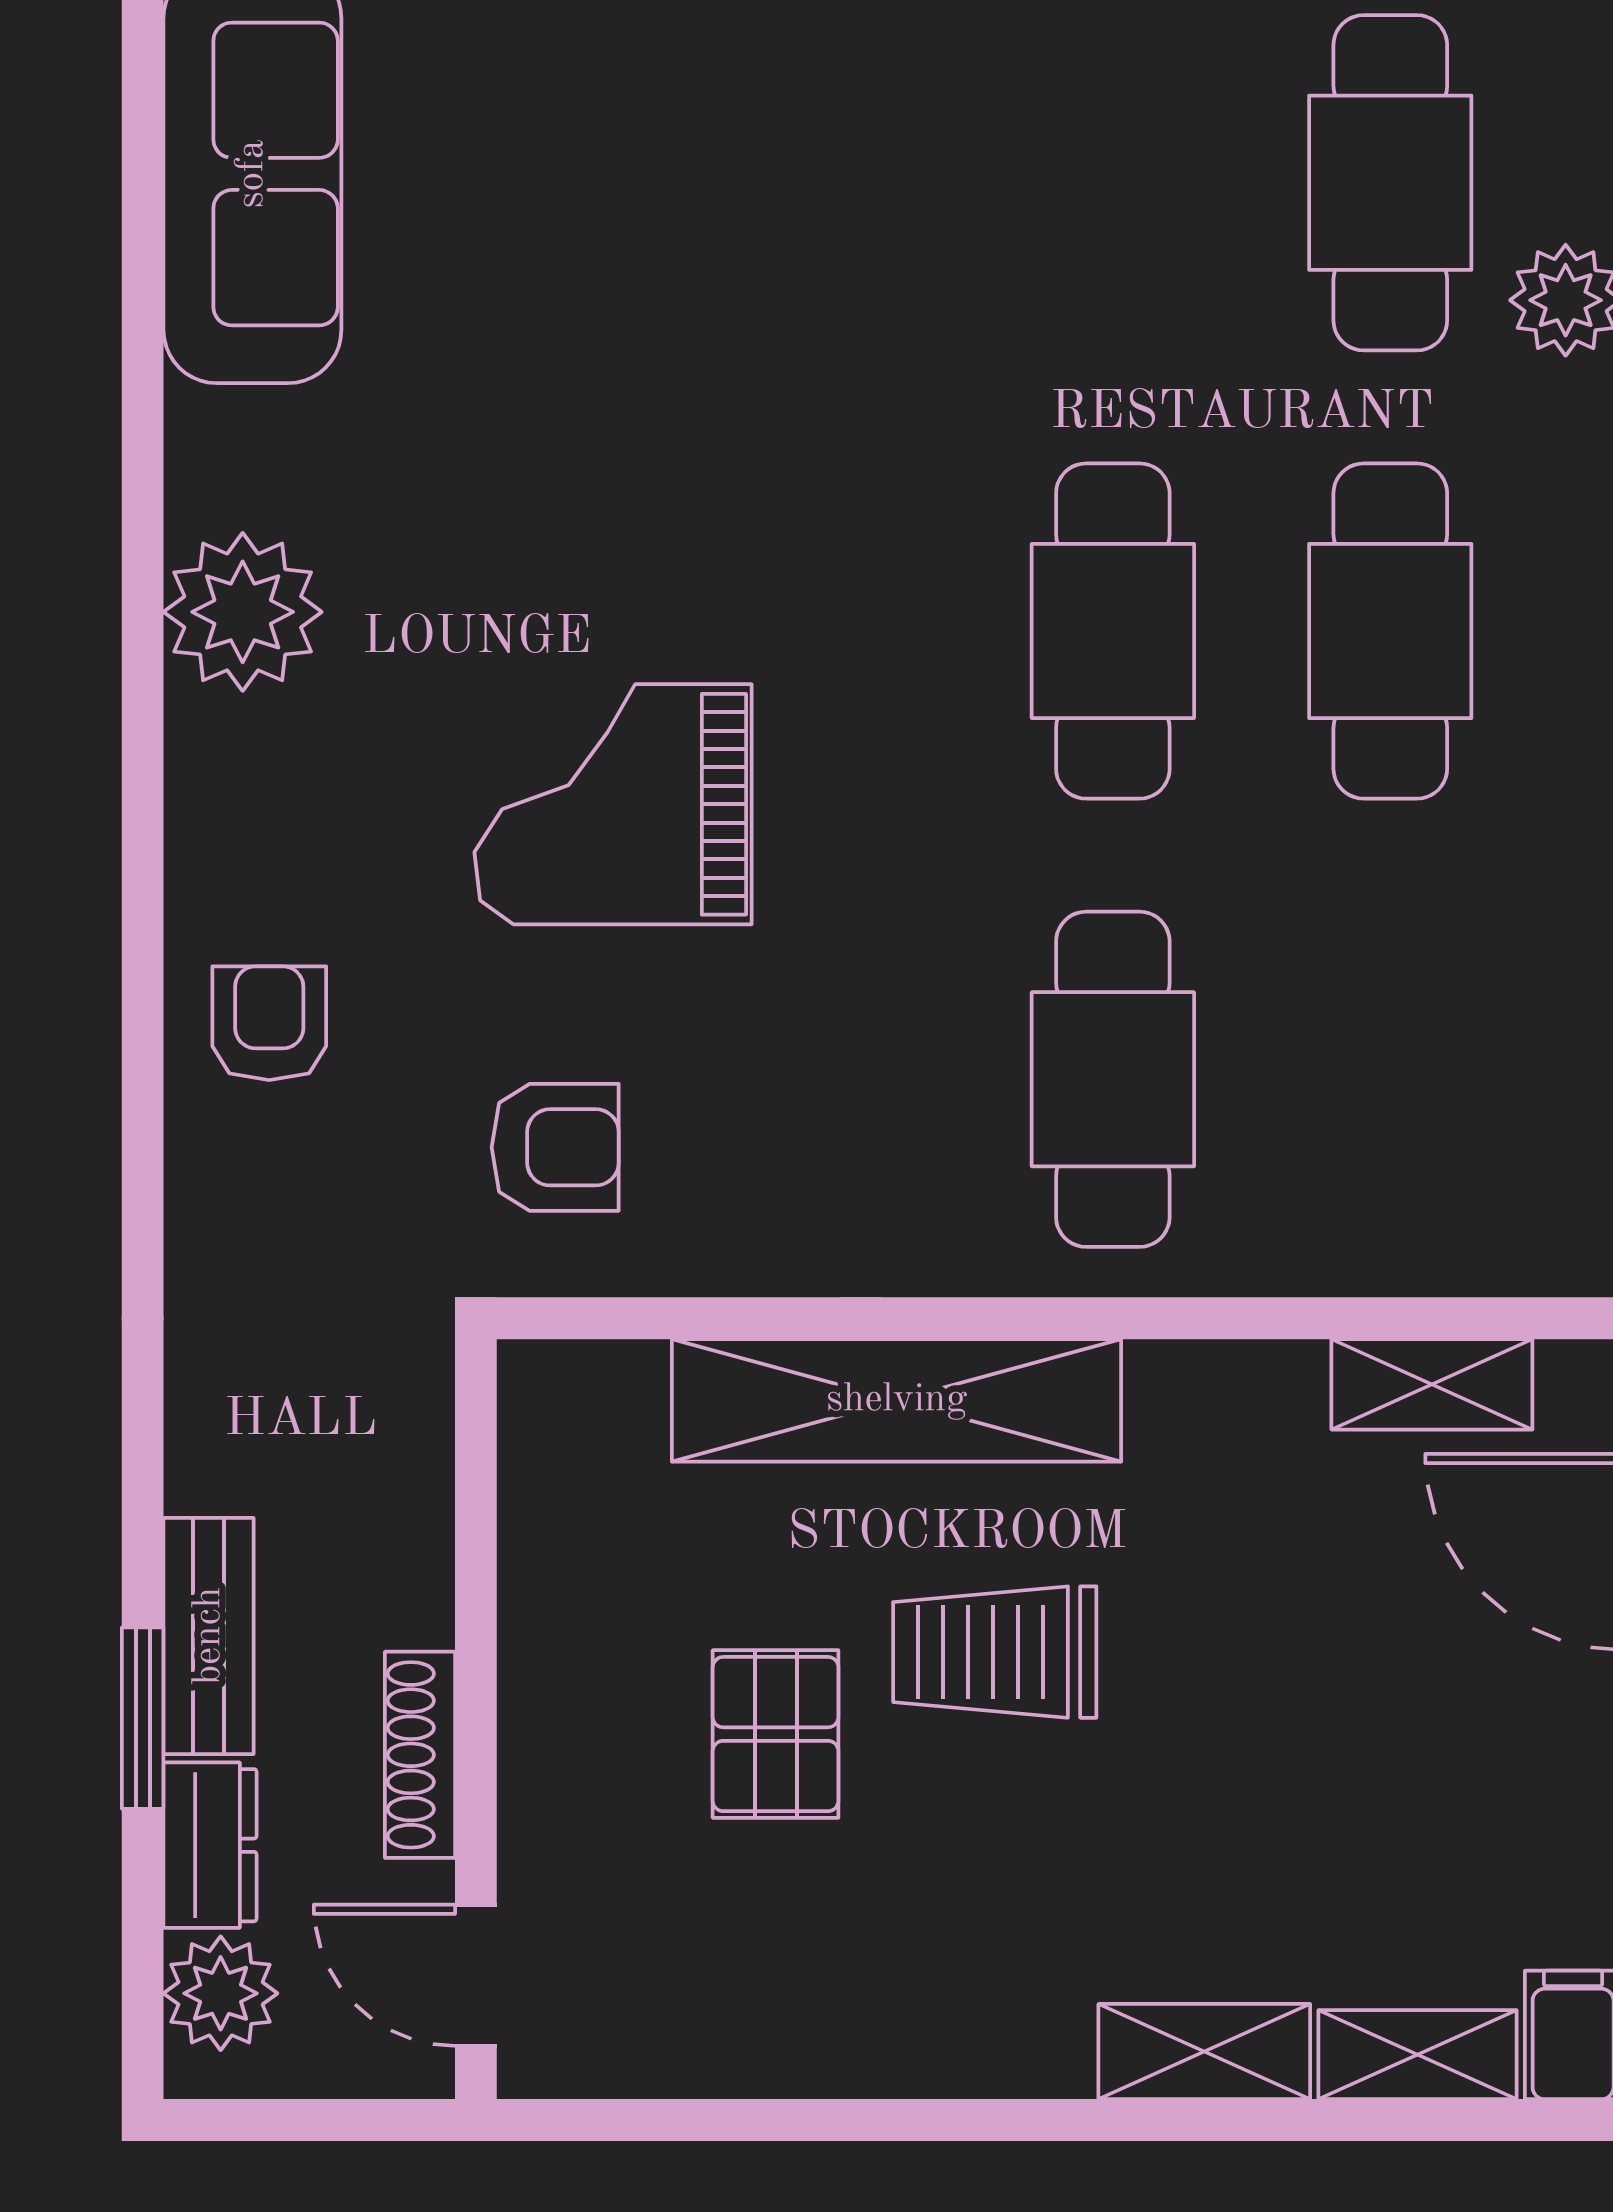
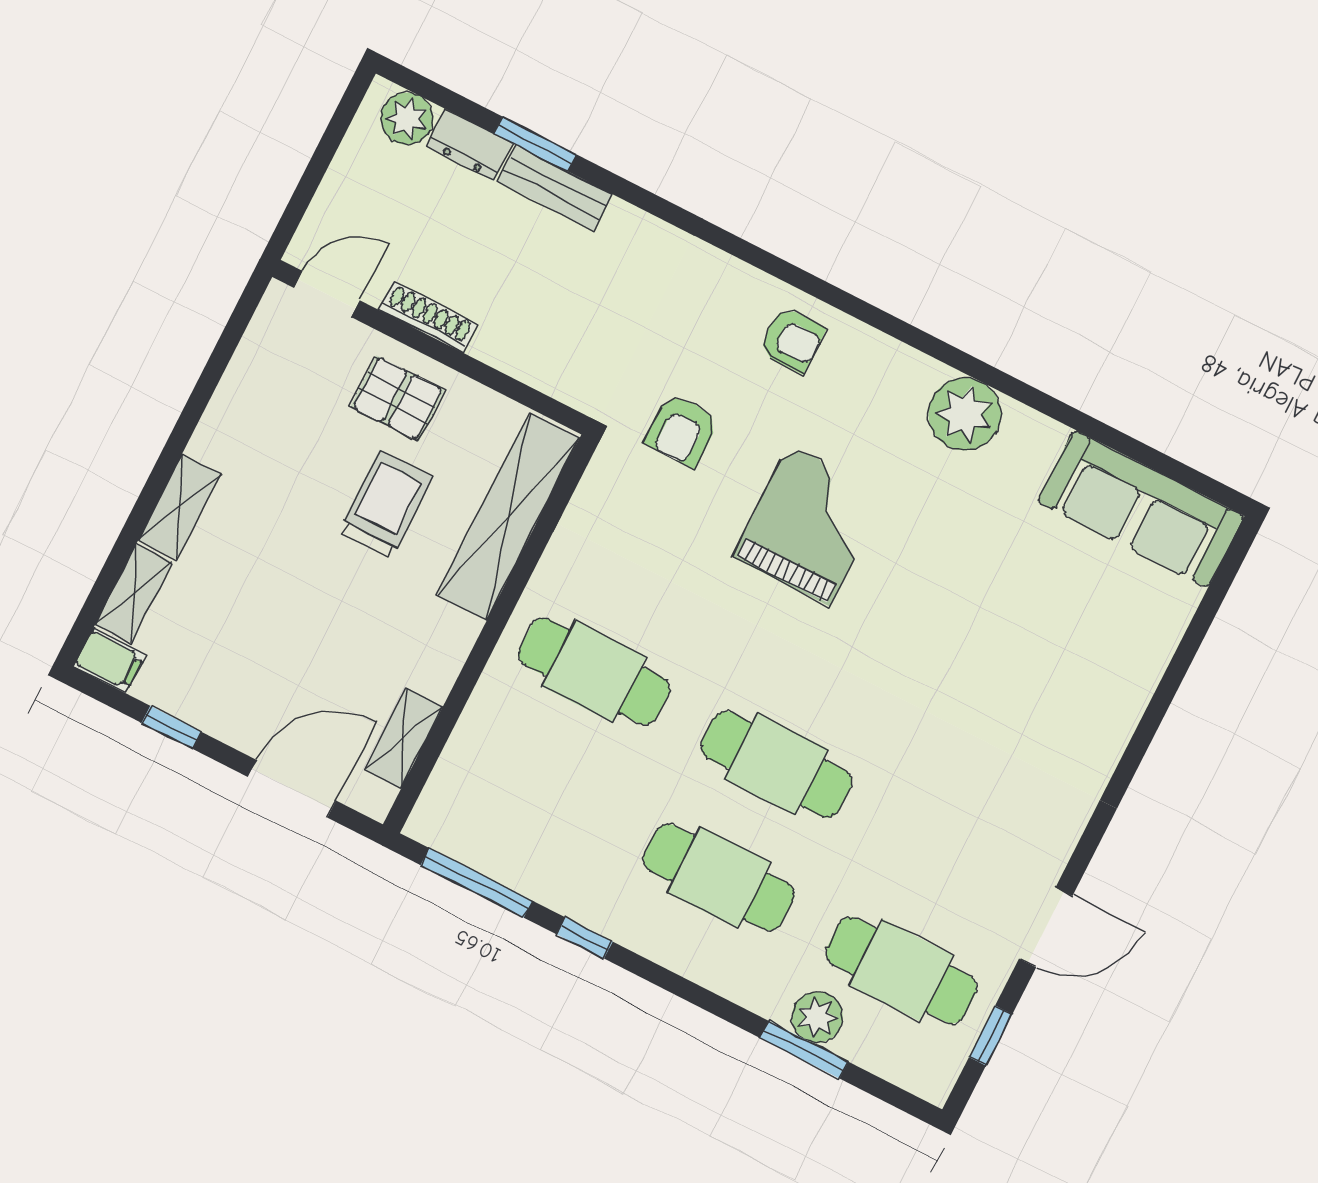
wall: (476, 1719) -> (431, 347), moved
shoe rack: (420, 1755) -> (428, 317), moved
door: (476, 1975) -> (327, 294), moved

